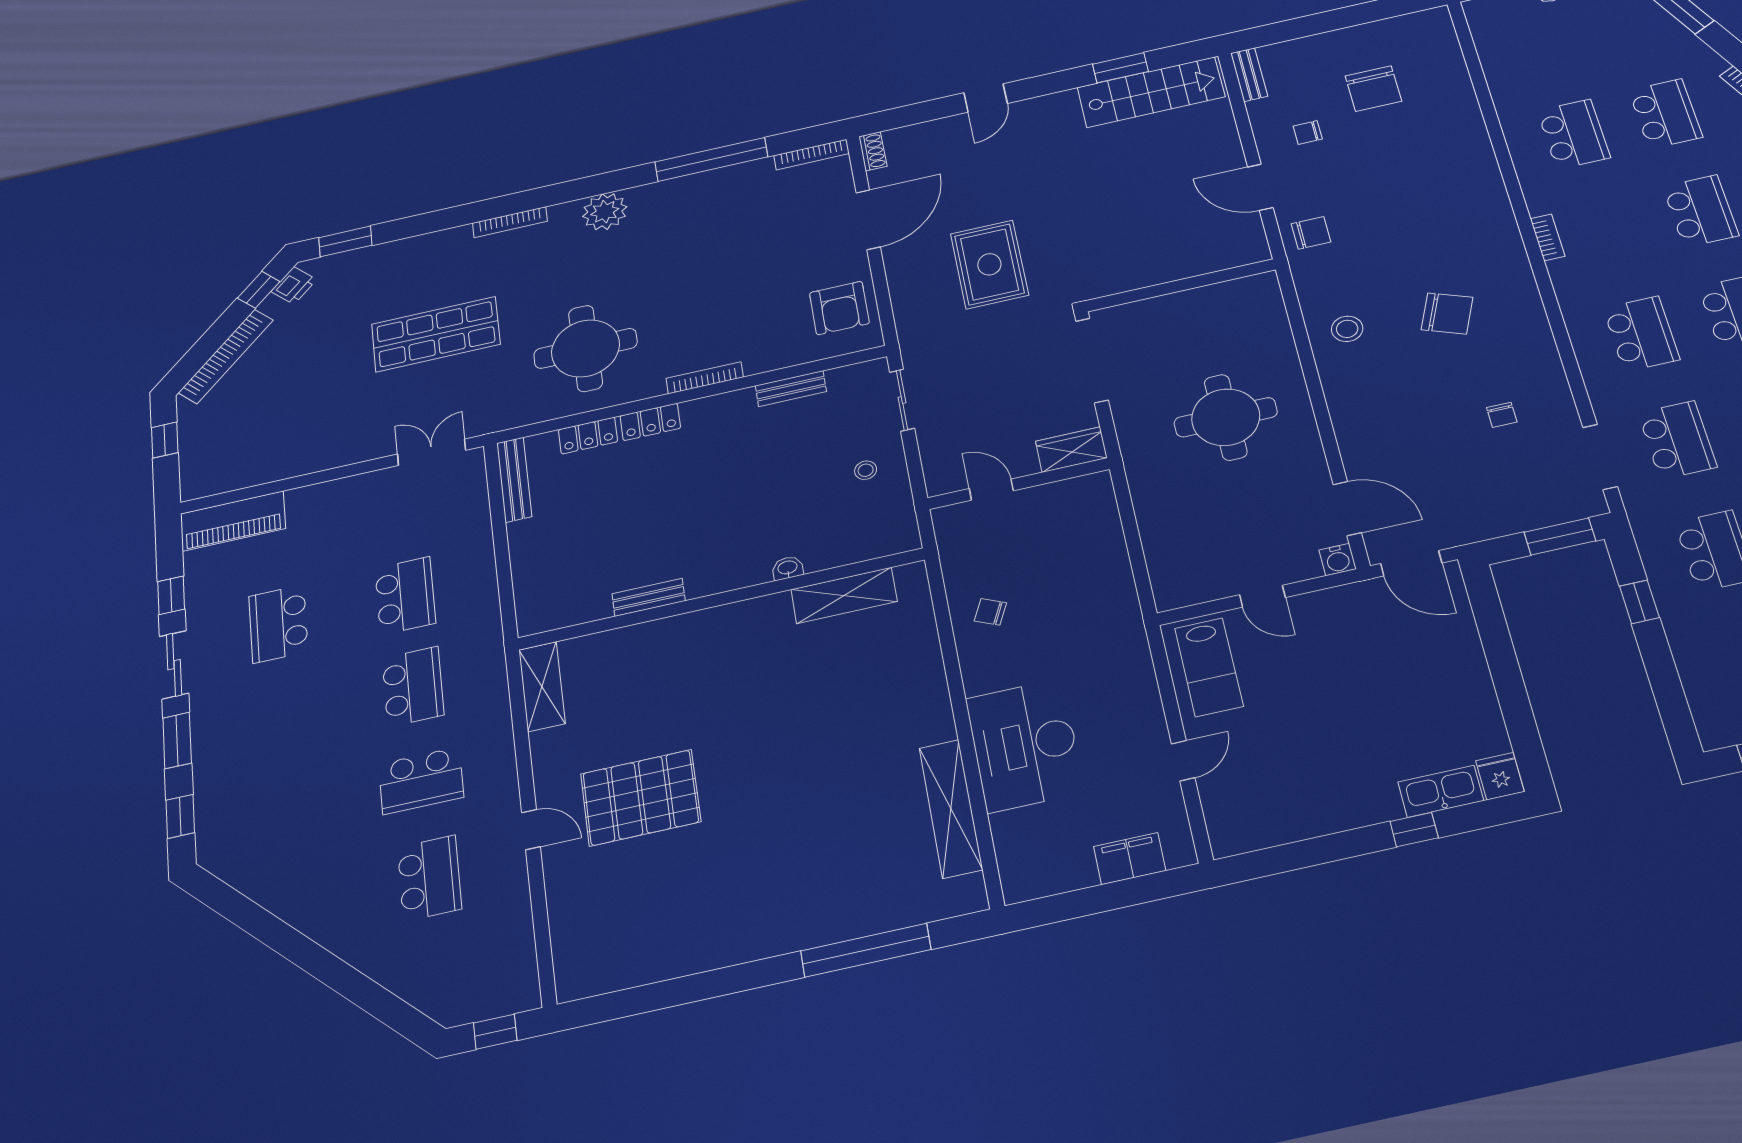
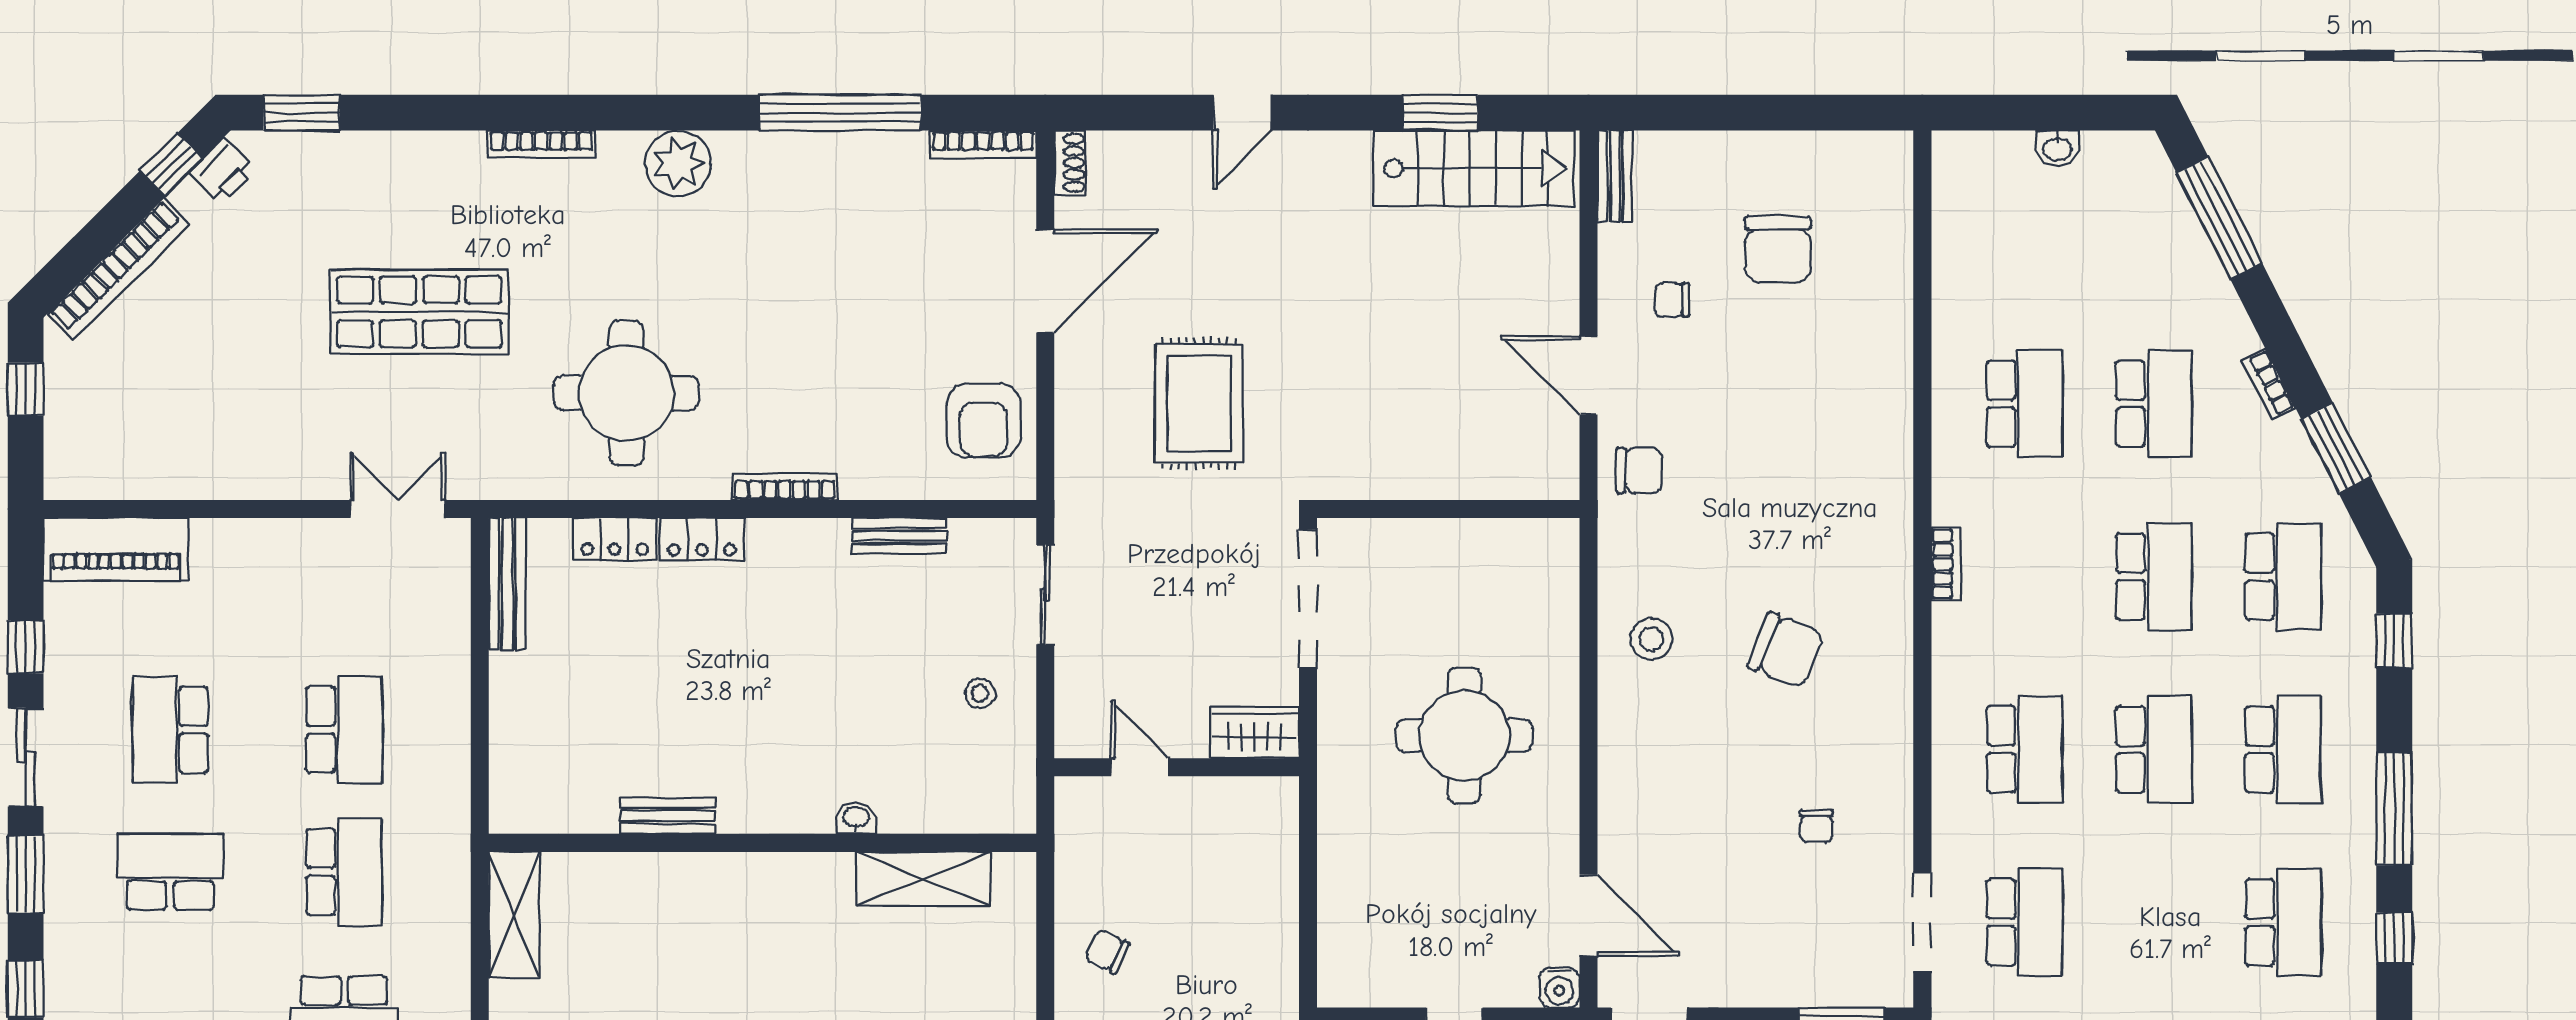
school desk: (284, 715) -> (170, 872), added

